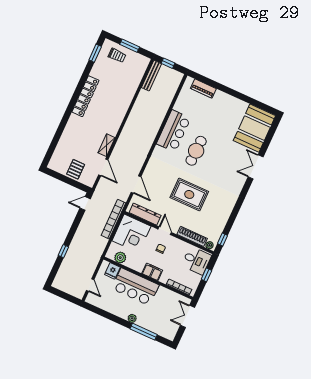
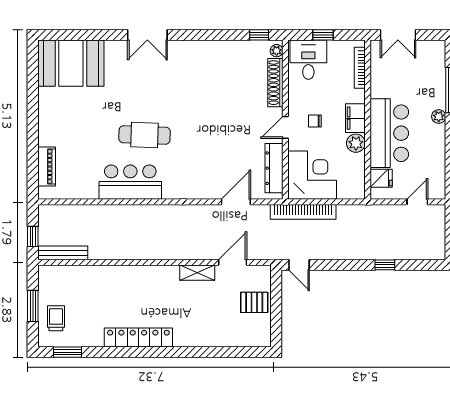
double door: (256, 167) -> (147, 35), moved
rug: (189, 194) -> (215, 115), removed
plant: (120, 258) -> (356, 143), moved

